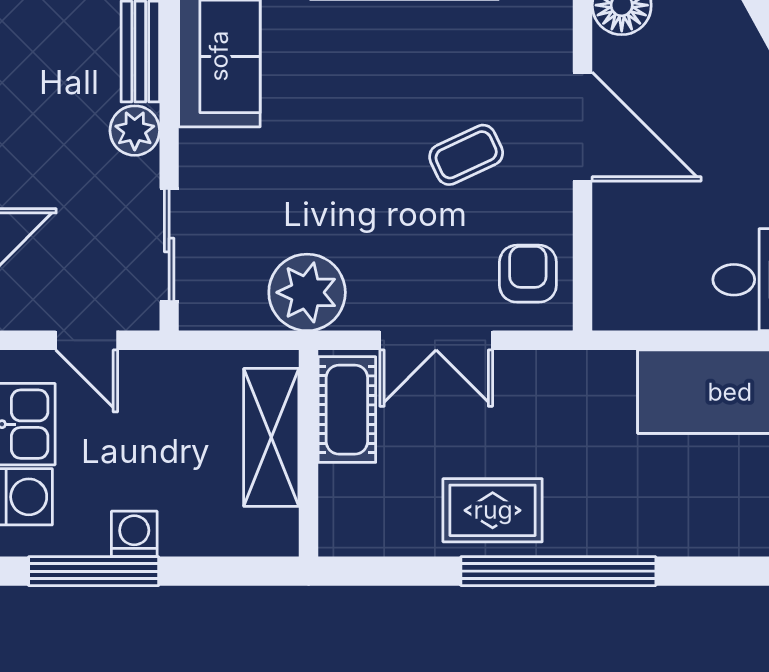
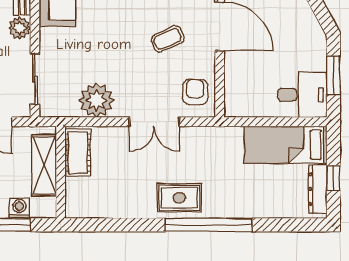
cot: (347, 410) -> (78, 153), moved
shelving: (271, 437) -> (44, 165), moved
wall: (309, 453) -> (61, 172), moved

